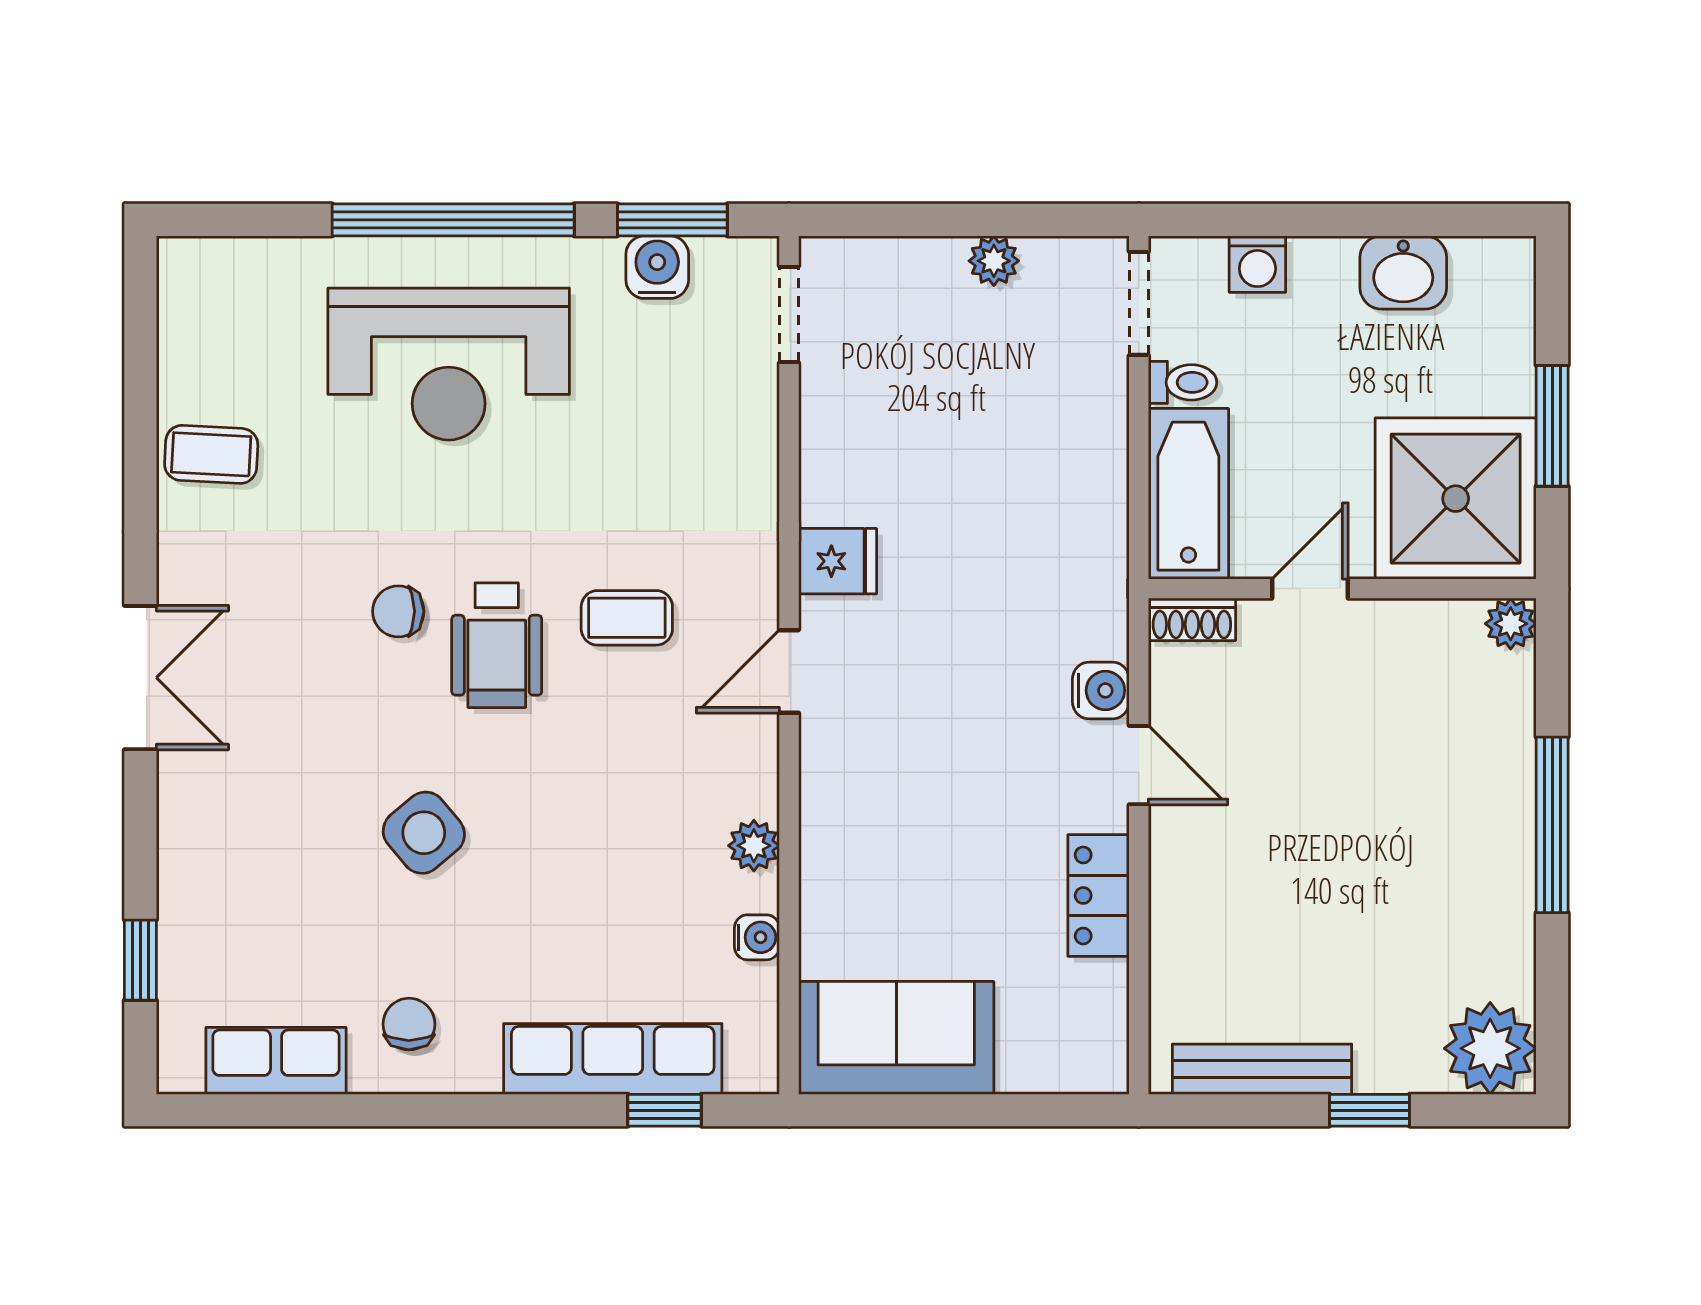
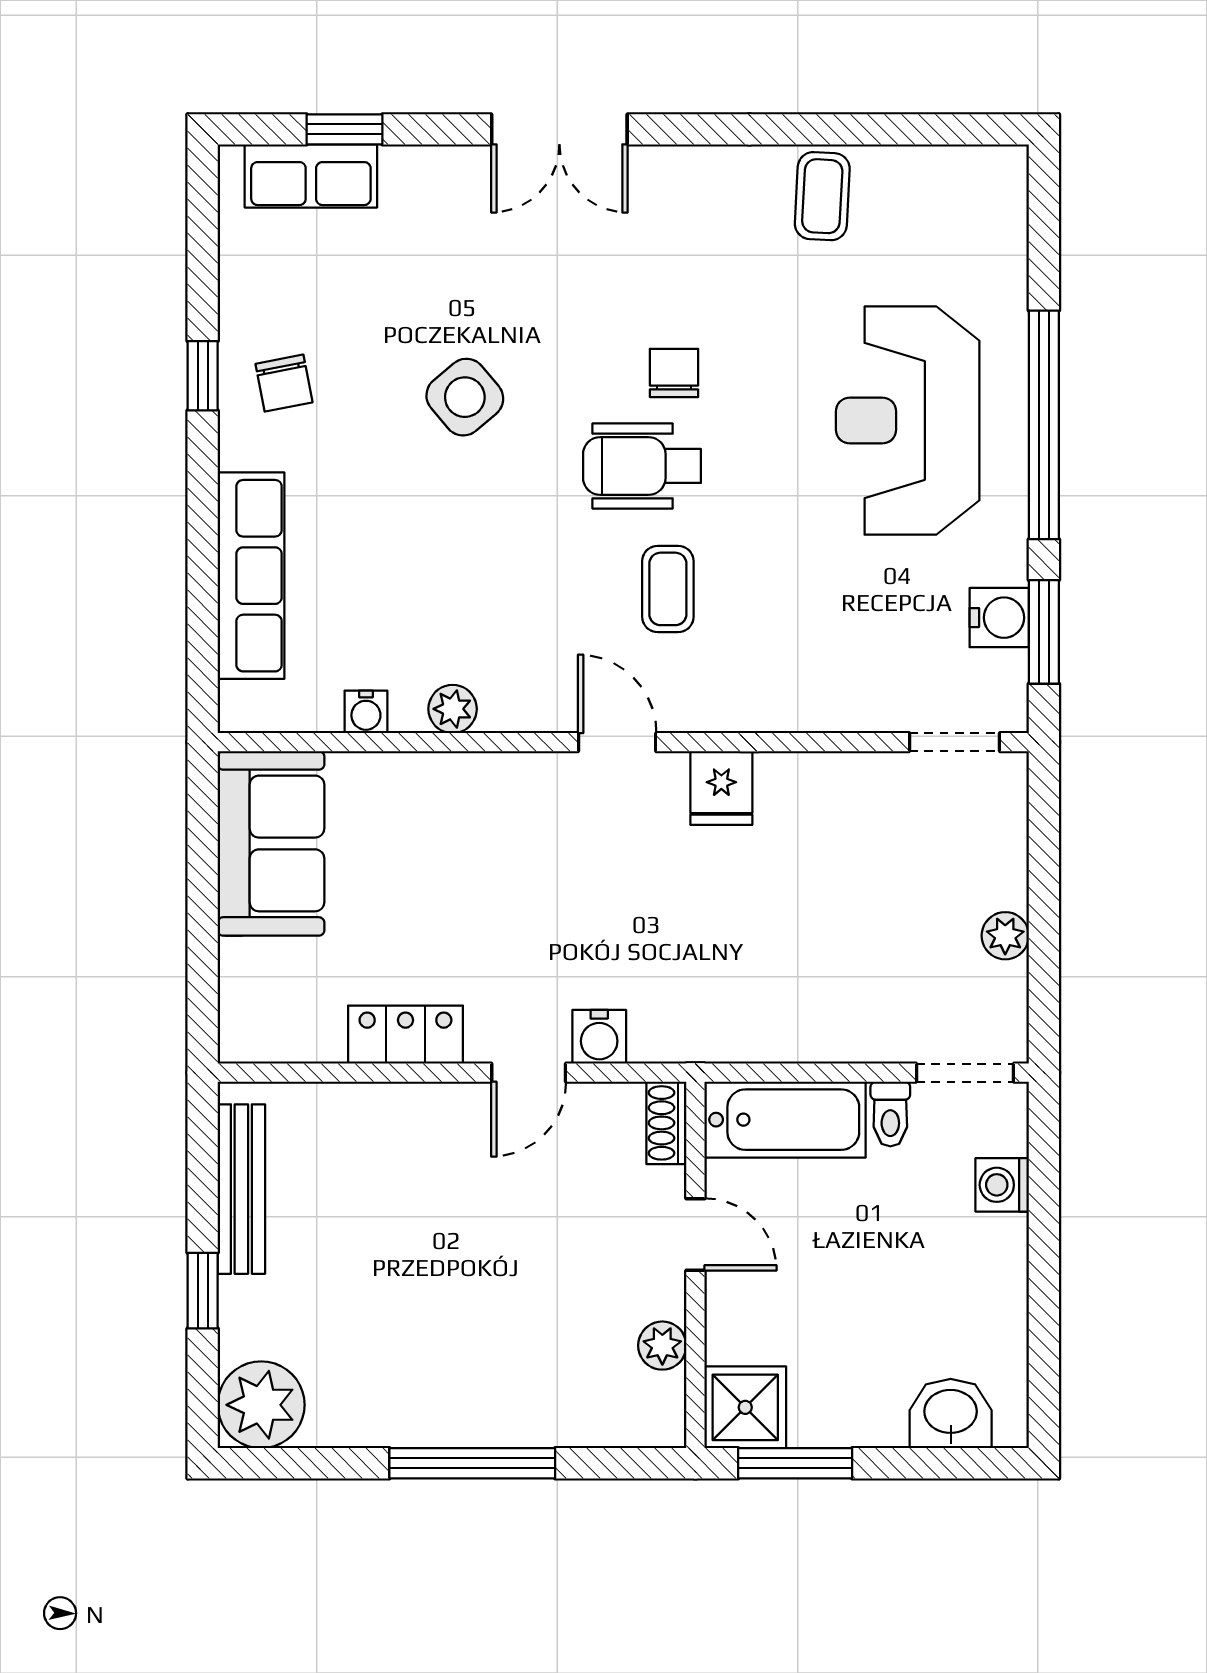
washbasin: (1403, 273) -> (951, 1414), moved, turned 90
window: (1552, 426) -> (795, 1463), moved
shower: (1456, 499) -> (745, 1407), width x0.54, depth x0.54
plant: (1511, 624) -> (662, 1346), moved
double door: (140, 678) -> (559, 129), moved
chair: (409, 1024) -> (284, 383), turned 79
row of seats: (276, 1061) -> (311, 176), moved, turned 90
window: (665, 1110) -> (203, 376), moved

